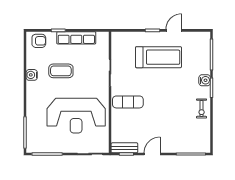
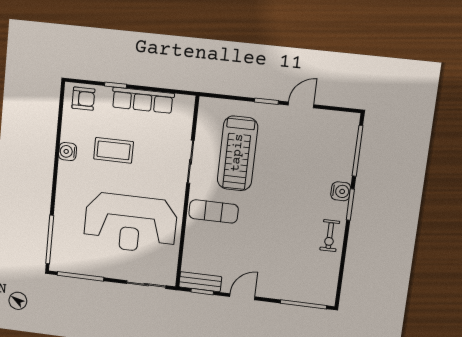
treadmill: (159, 57) -> (237, 153), moved, turned 90

